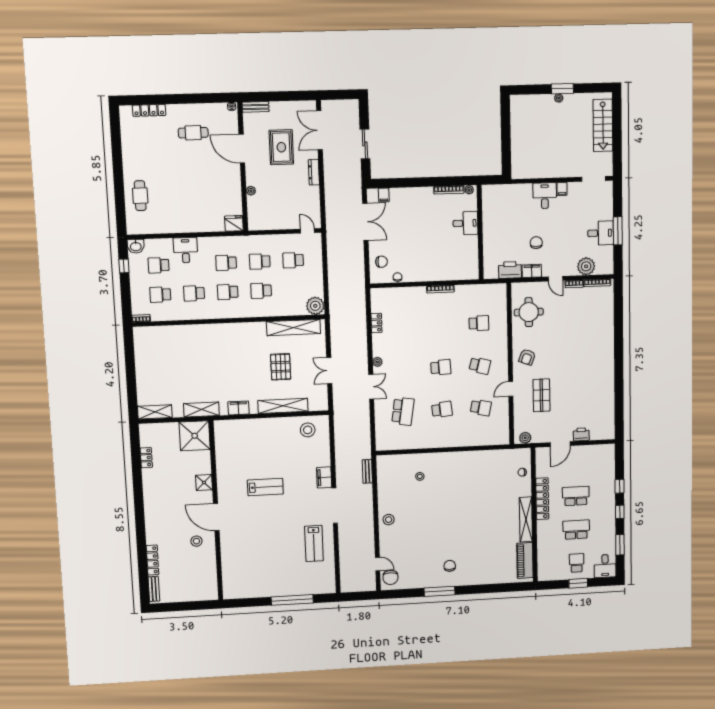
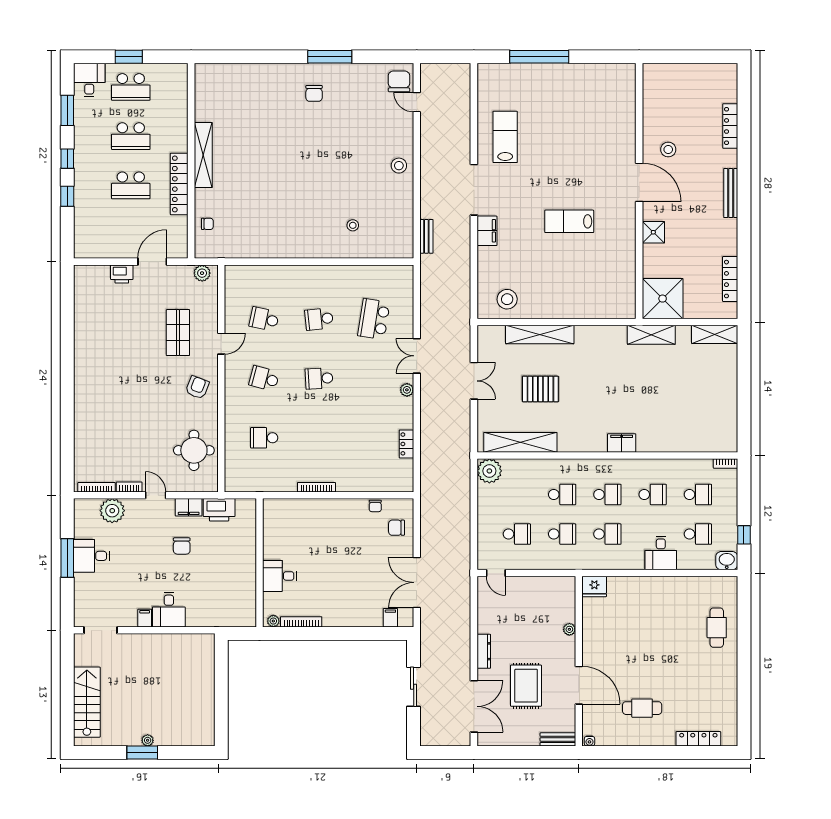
pallet: (281, 367) -> (540, 389), turned 90
filing cabinet: (238, 408) -> (622, 443), moved, turned 180
locker: (146, 458) -> (730, 279), width x1.53
piano: (525, 560) -> (206, 95), removed
school desk: (577, 563) -> (131, 87), width x1.85
bench: (154, 589) -> (731, 193), moved, width x1.36

